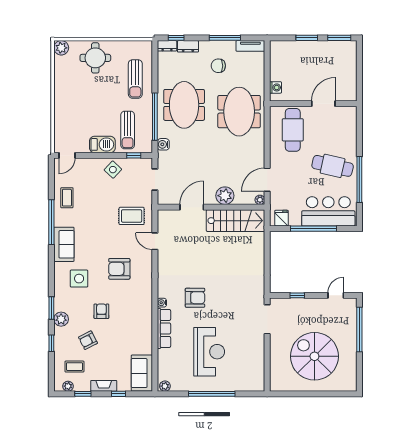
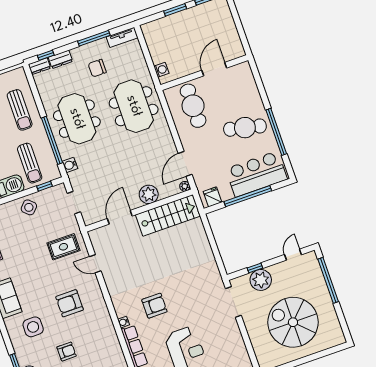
plant: (299, 308) -> (261, 280), added
armchair: (101, 311) -> (67, 352), turned 90

